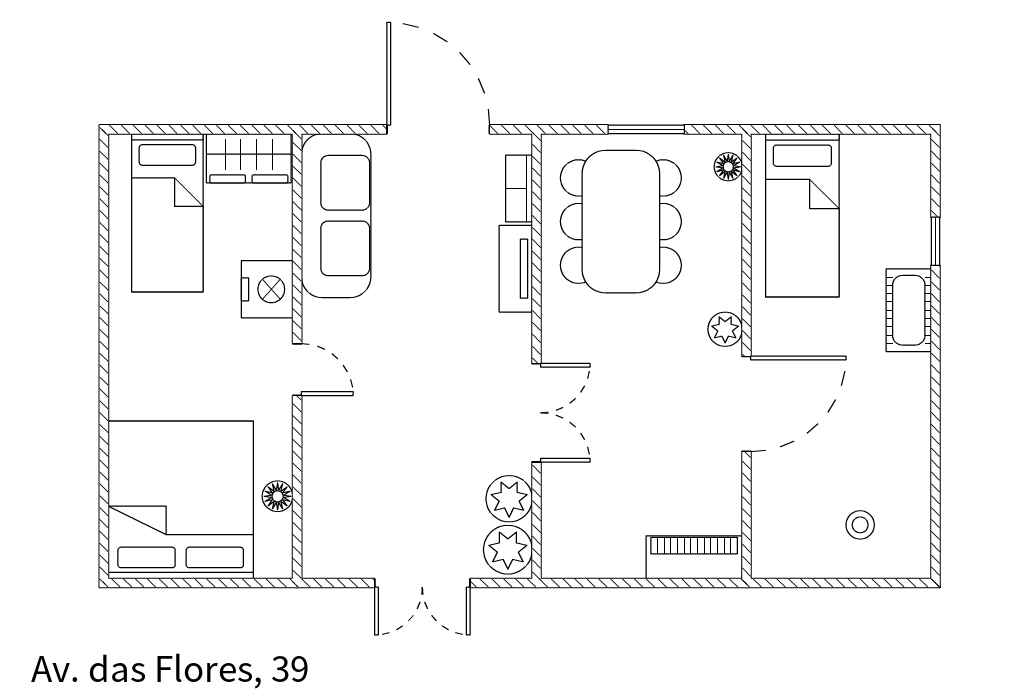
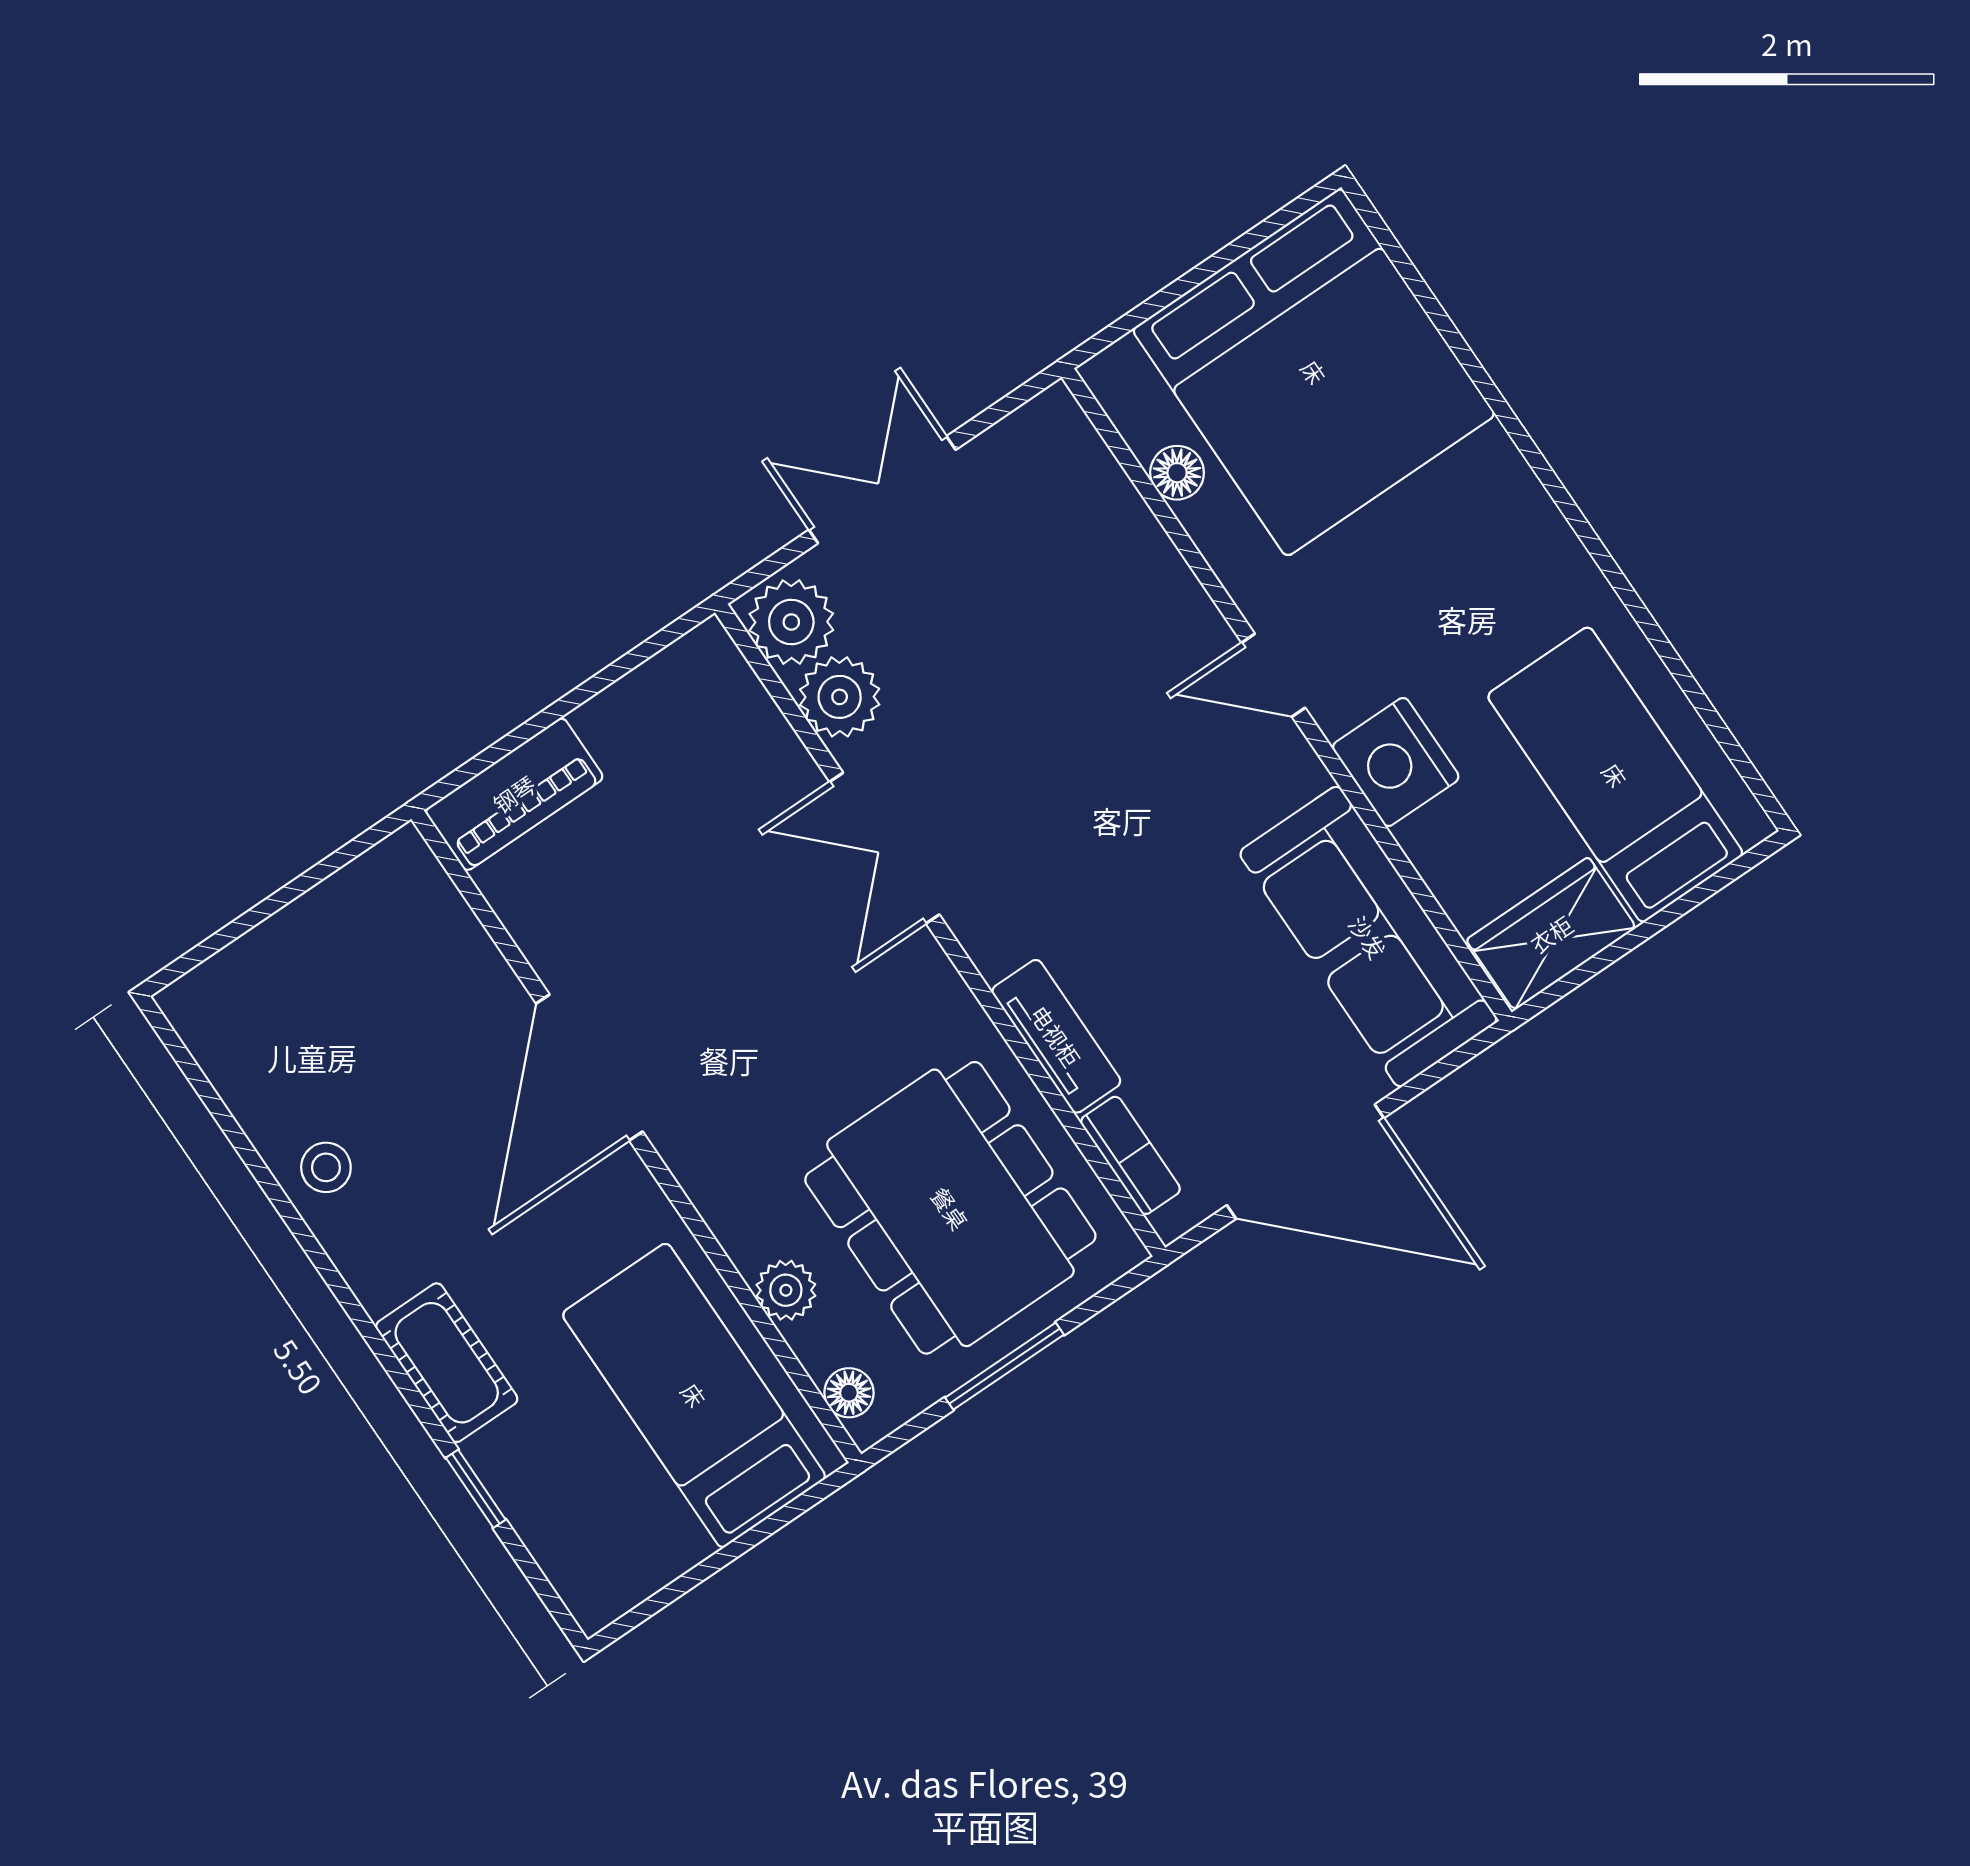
plant: (725, 329) -> (786, 1290), moved
stool: (860, 525) -> (326, 1167), moved

